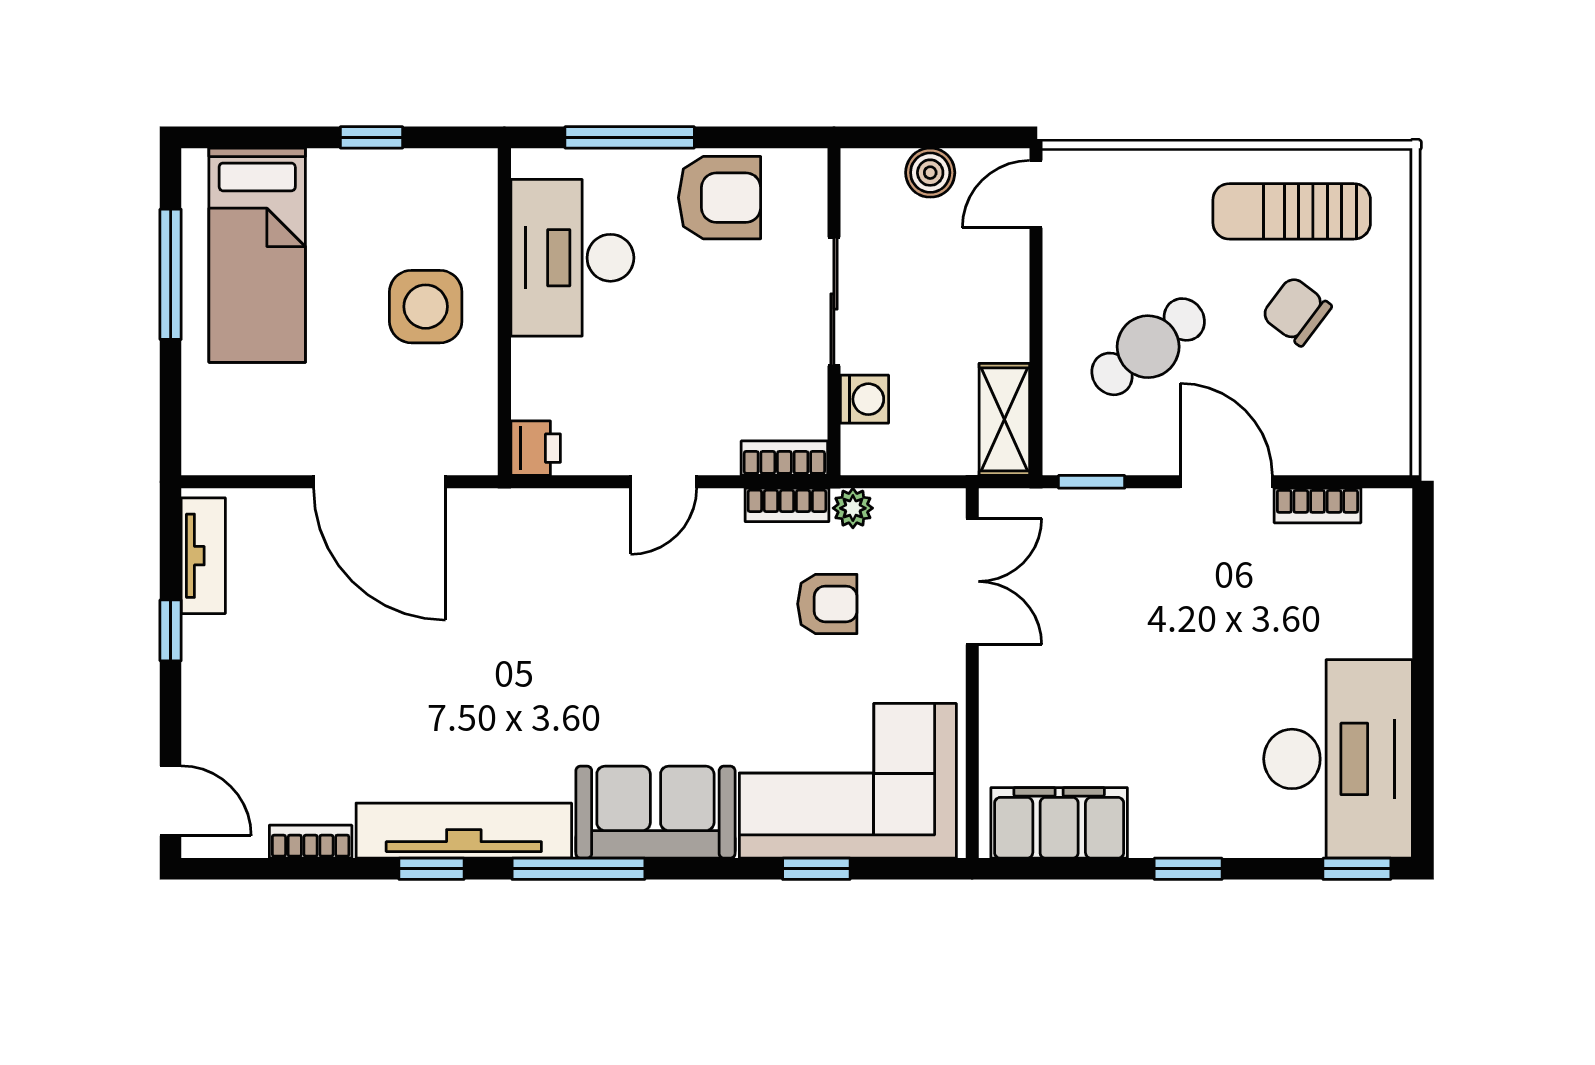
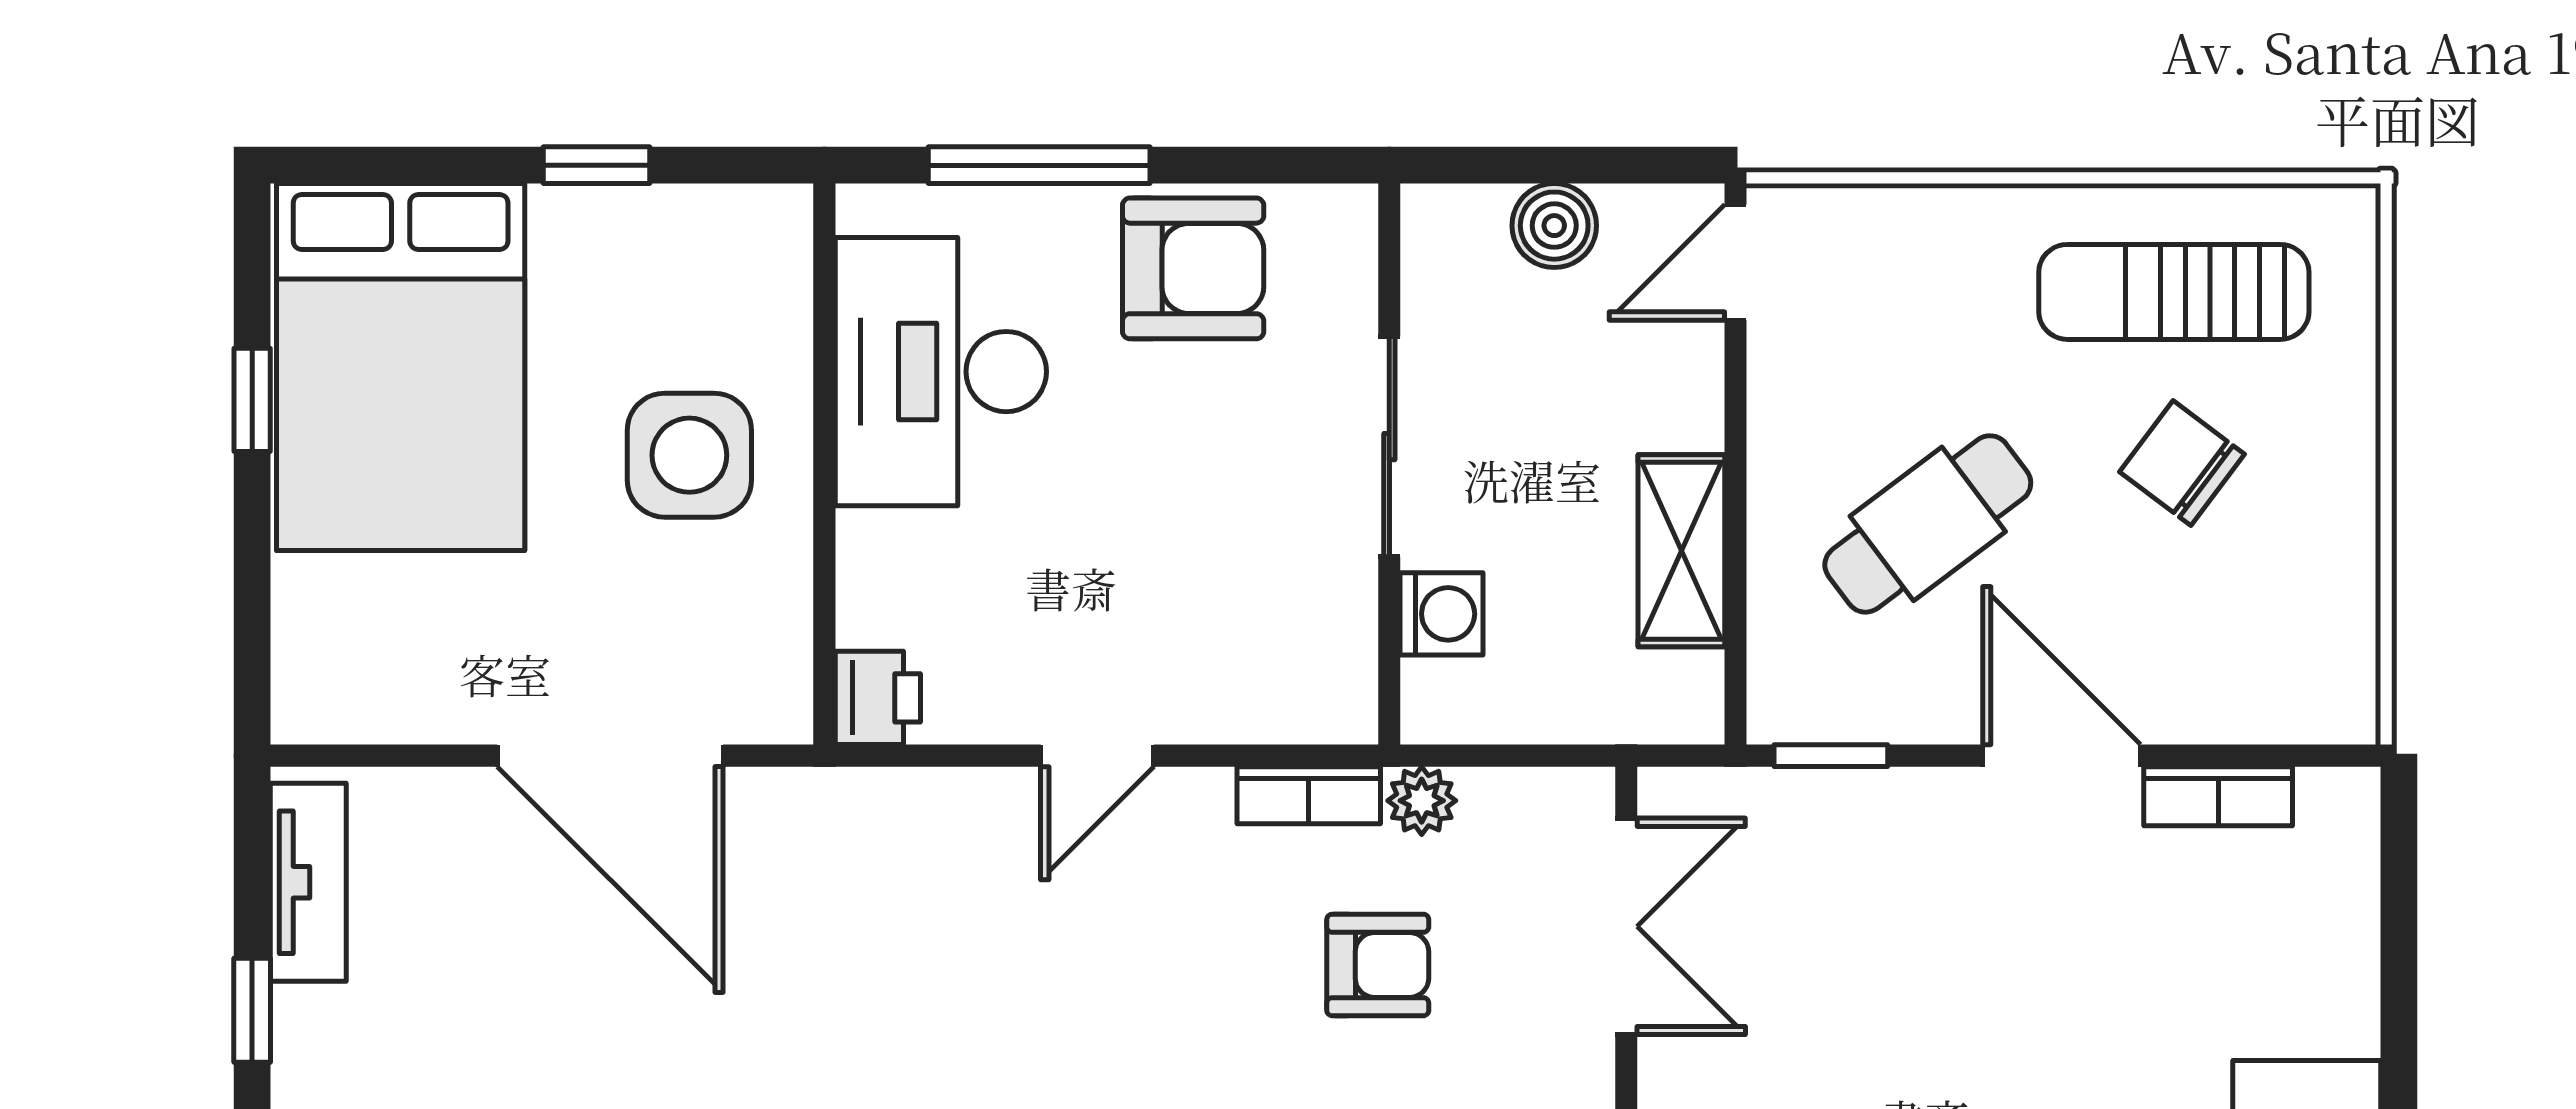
bed: (257, 255) -> (401, 367), width x1.50
window: (171, 274) -> (252, 400), width x0.46
shelving: (1004, 419) -> (1681, 551), moved
bookcase: (784, 458) -> (1304, 715), removed

